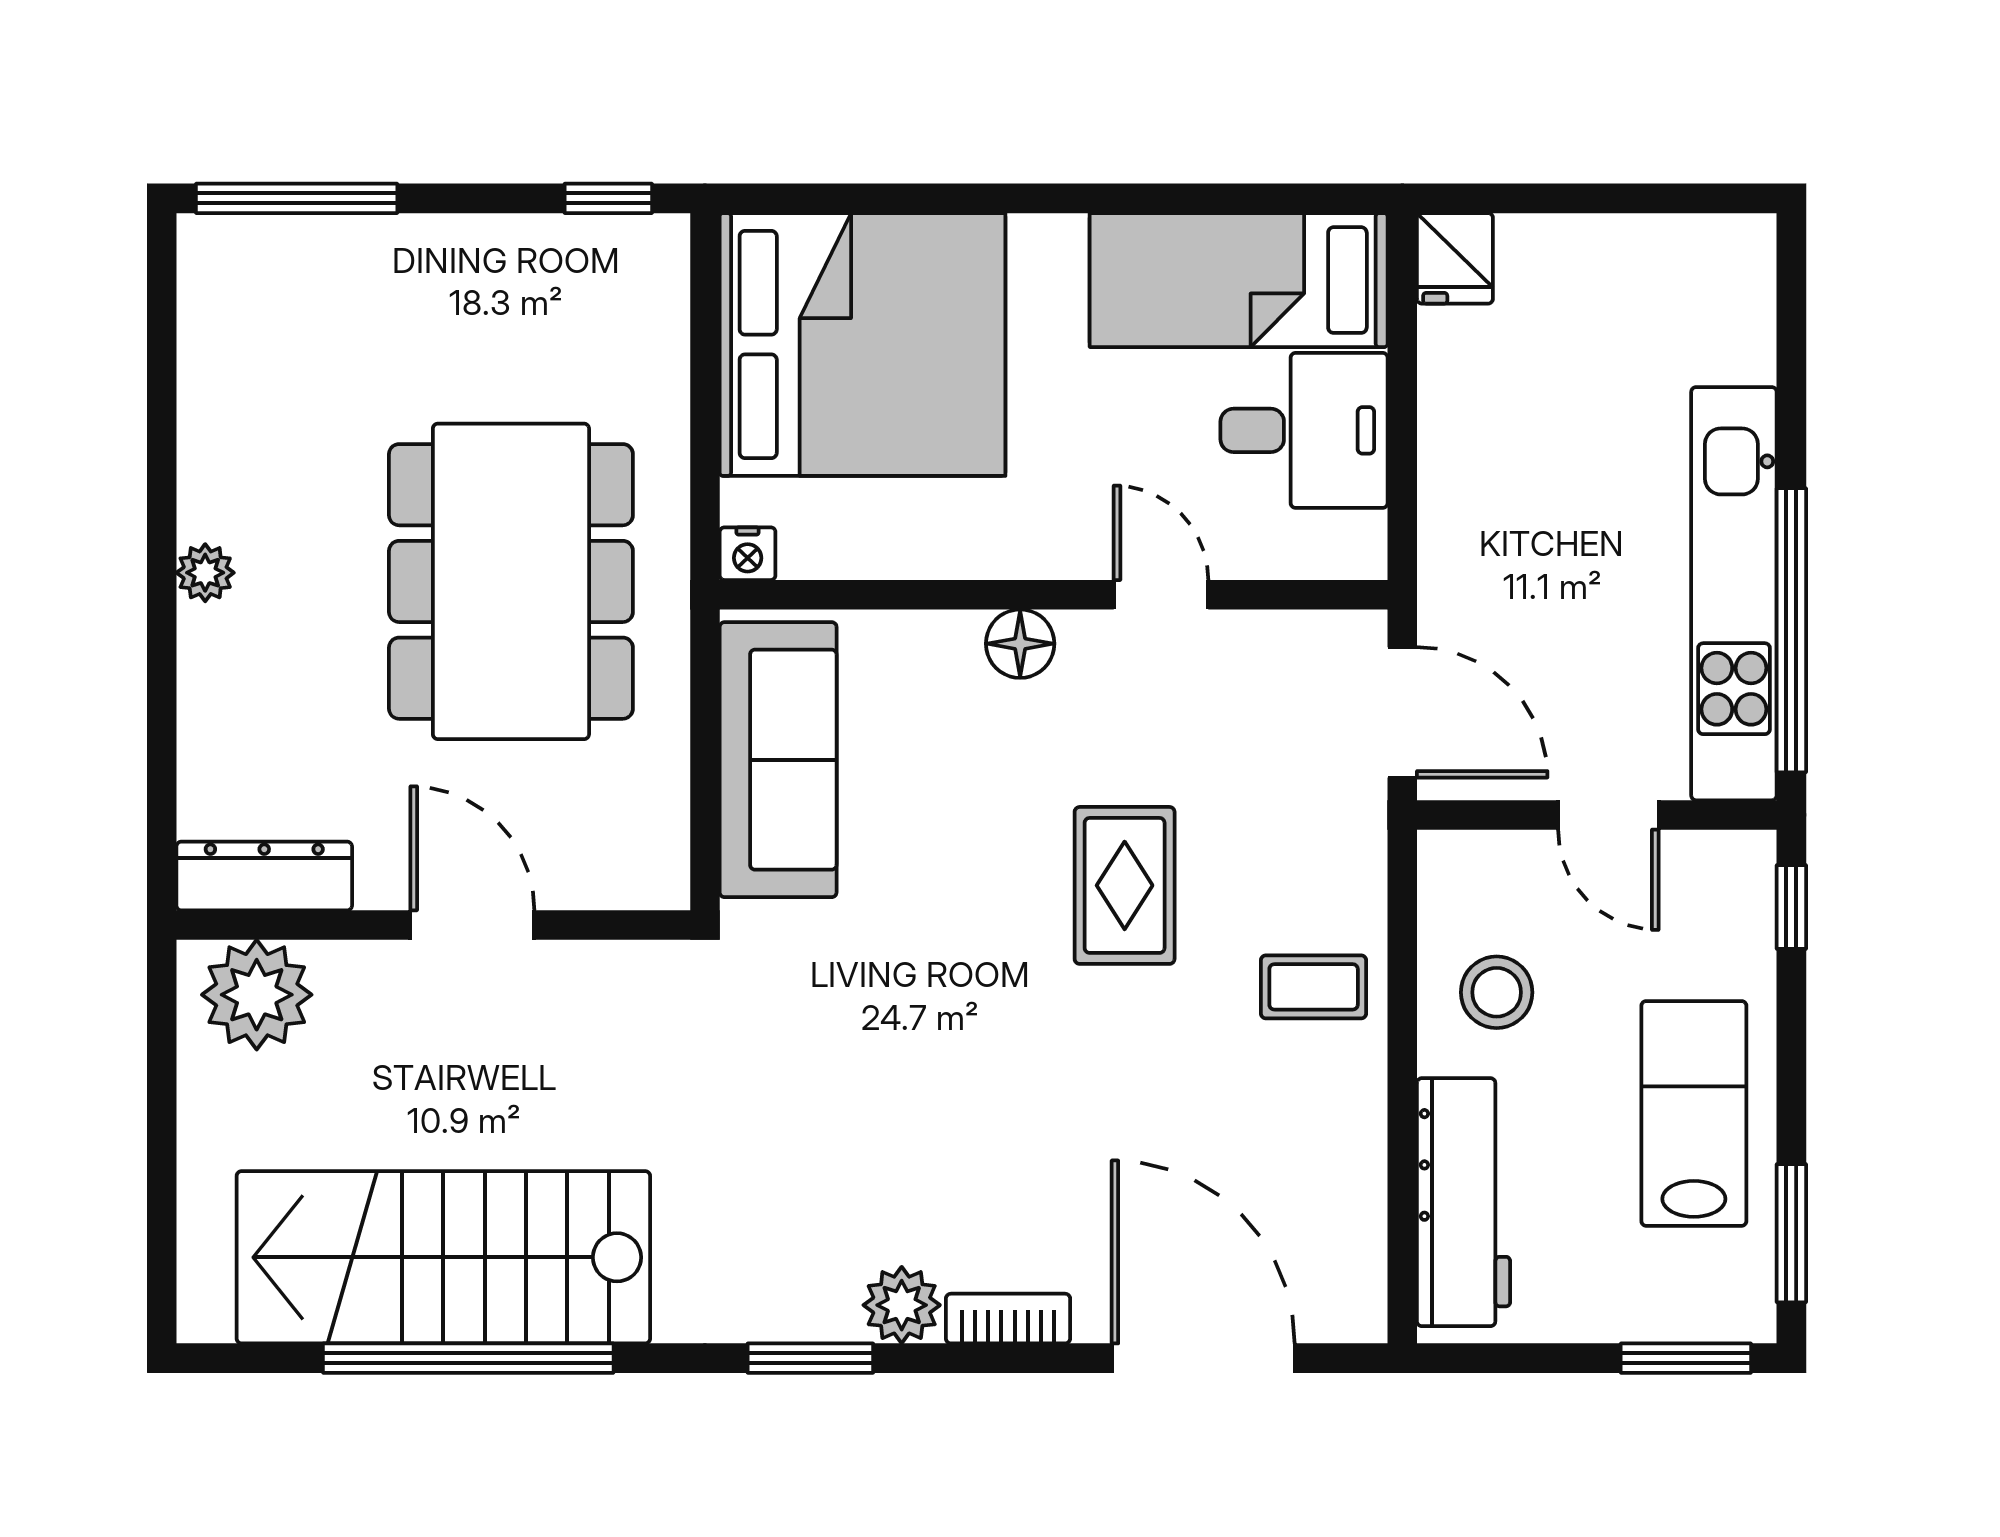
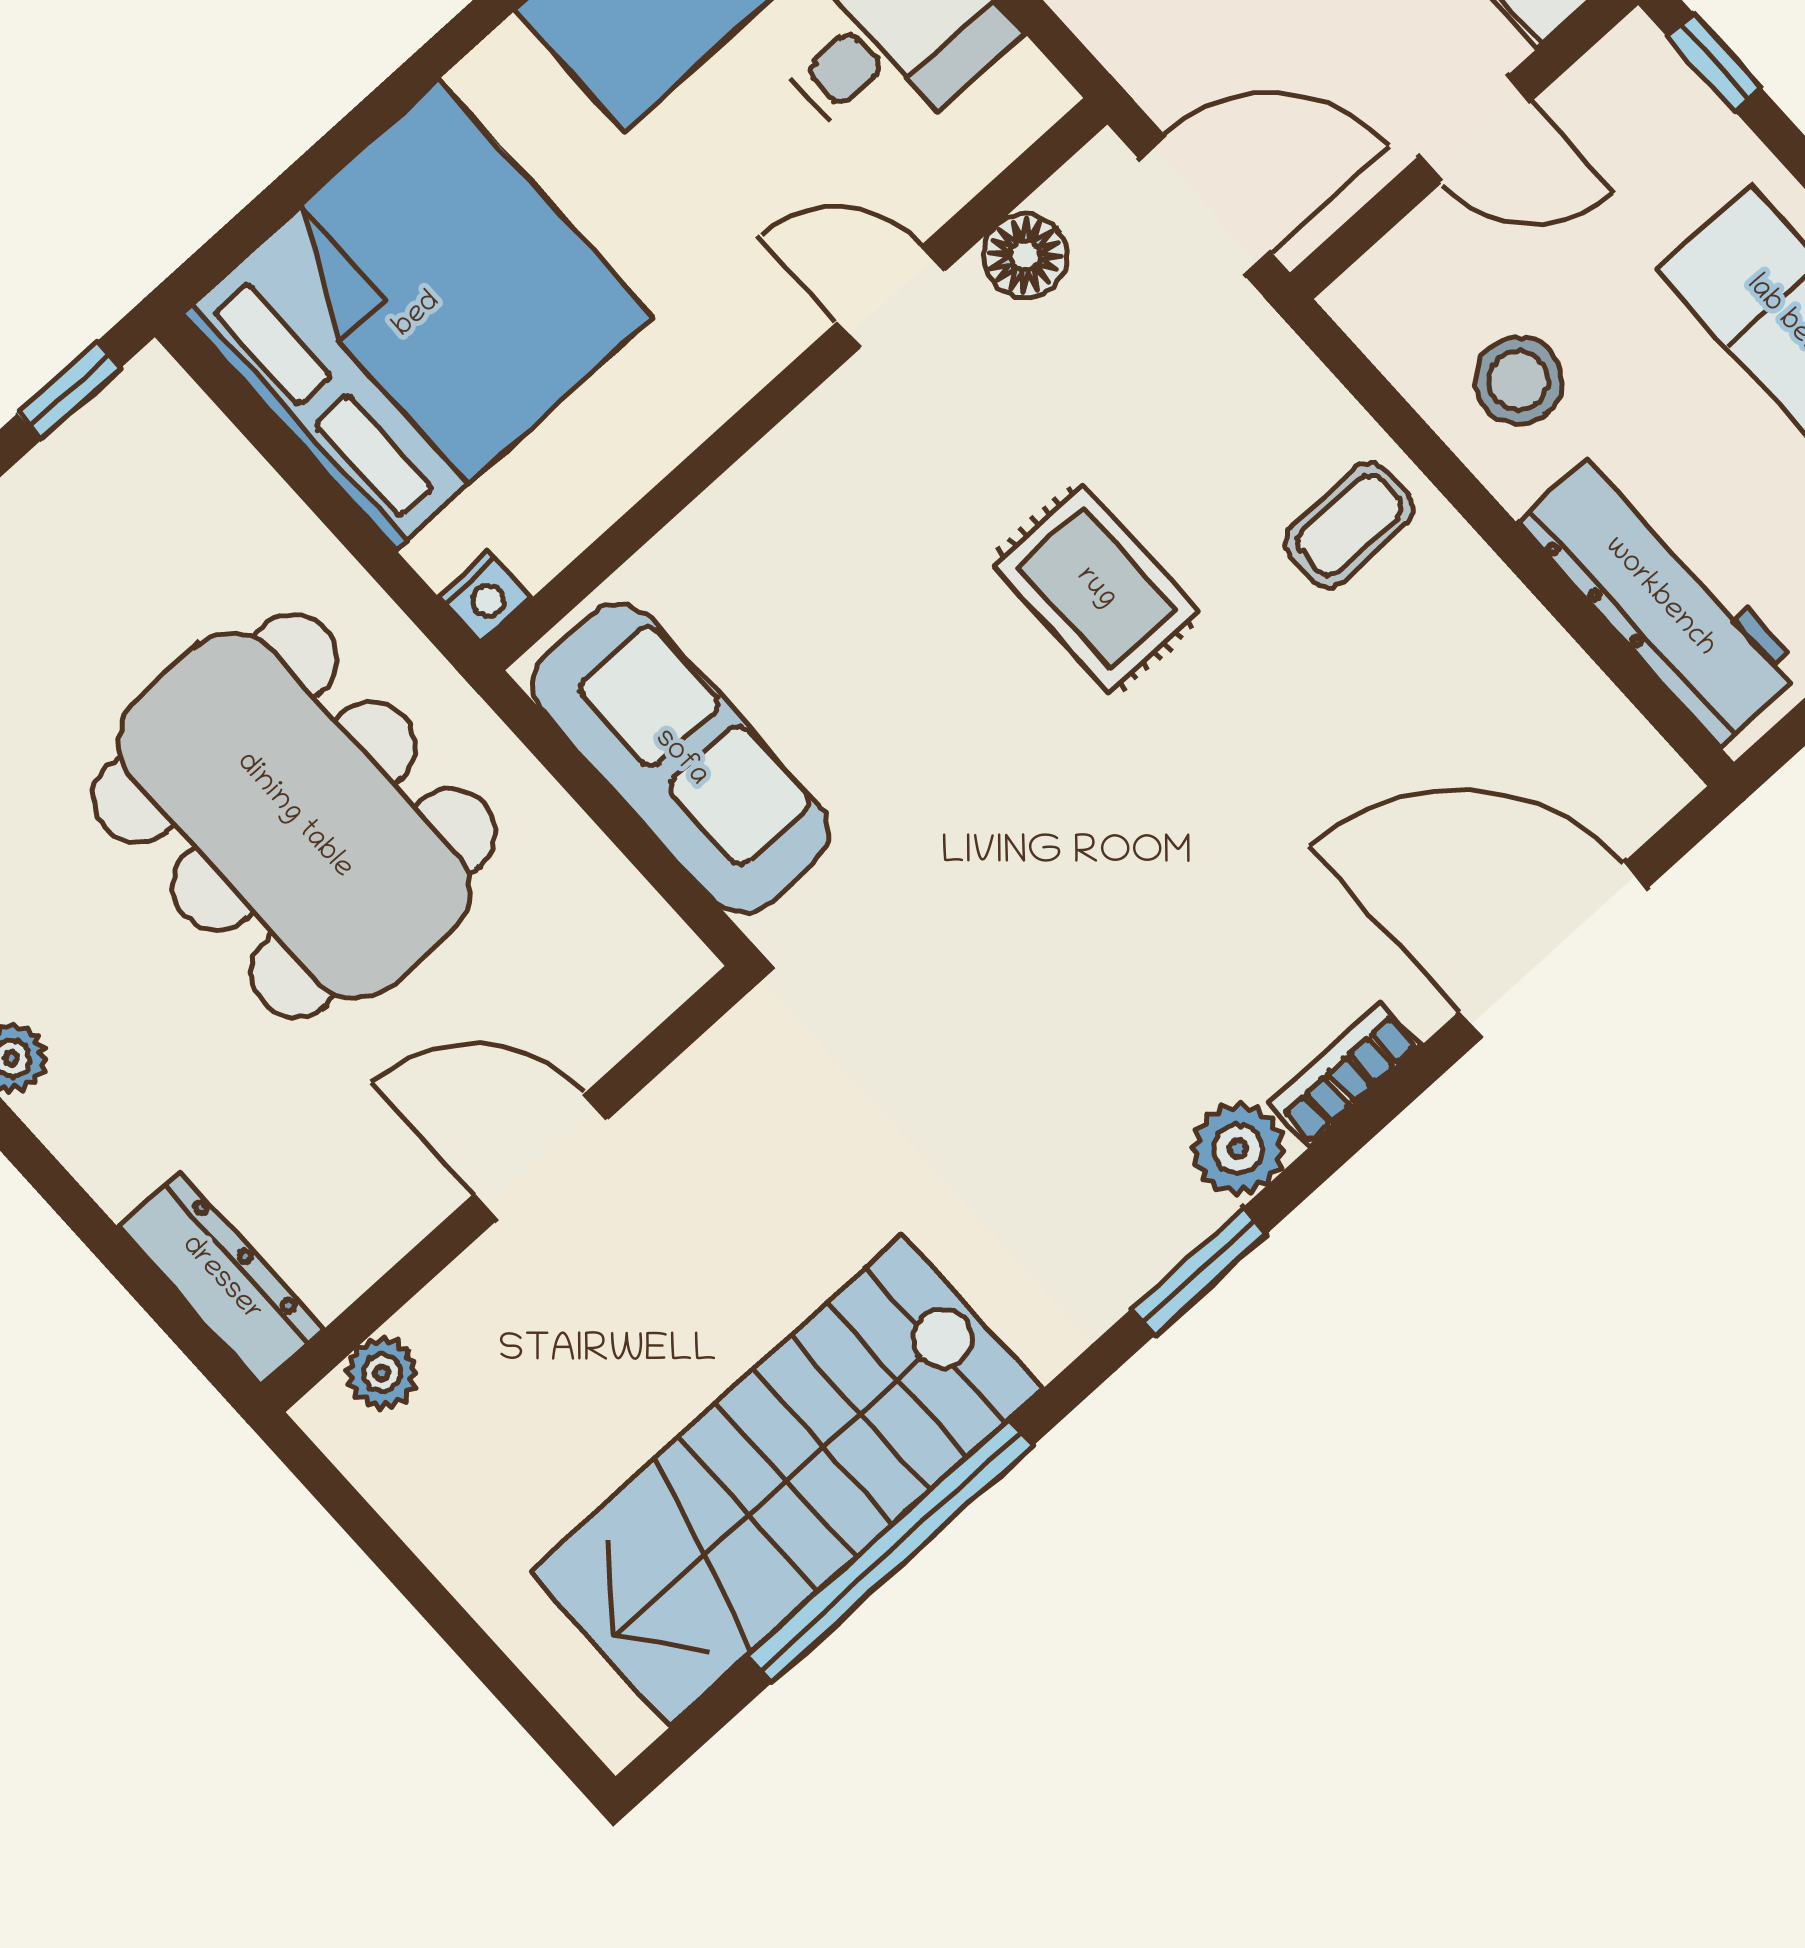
floor lamp: (1020, 644) -> (1025, 256), moved
dresser: (264, 876) -> (221, 1279), moved, turned 90
plant: (257, 995) -> (382, 1373), width x0.53, depth x0.53

